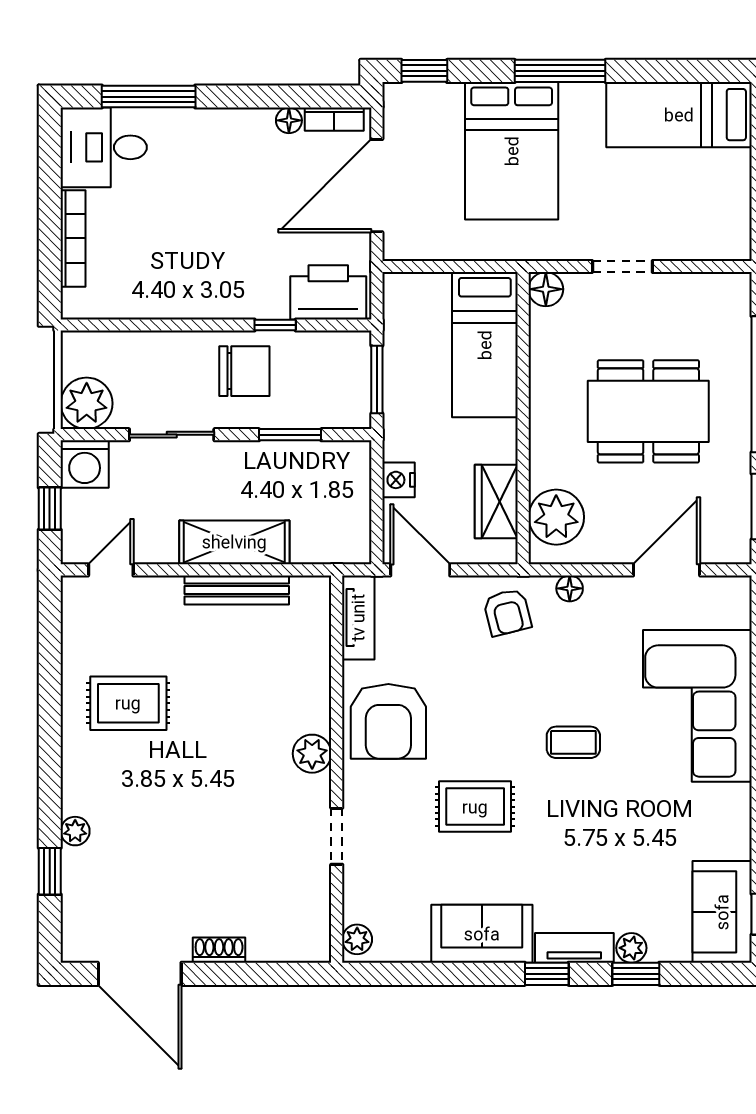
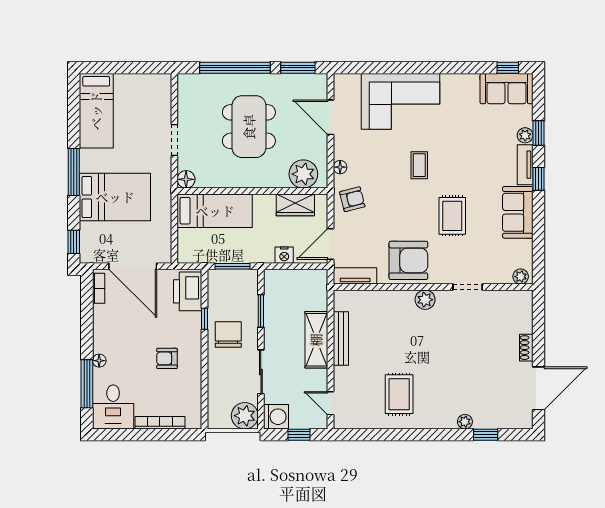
floor lamp: (289, 120) -> (99, 361), moved
armchair: (198, 252) -> (167, 358), added

